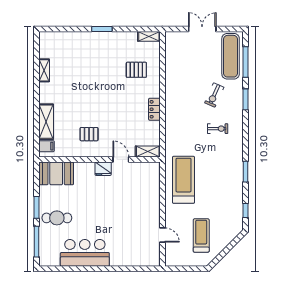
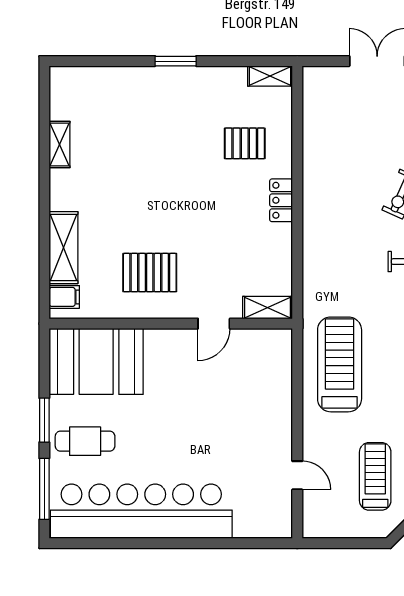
locker: (154, 109) -> (281, 200), moved
pallet: (89, 134) -> (150, 273), width x1.50, depth x1.42
door: (121, 159) -> (214, 324), swing flipped
fridge: (103, 169) -> (178, 342), removed
booth: (56, 173) -> (96, 361), width x1.36, depth x1.42
bar counter: (85, 253) -> (141, 511), width x1.86

